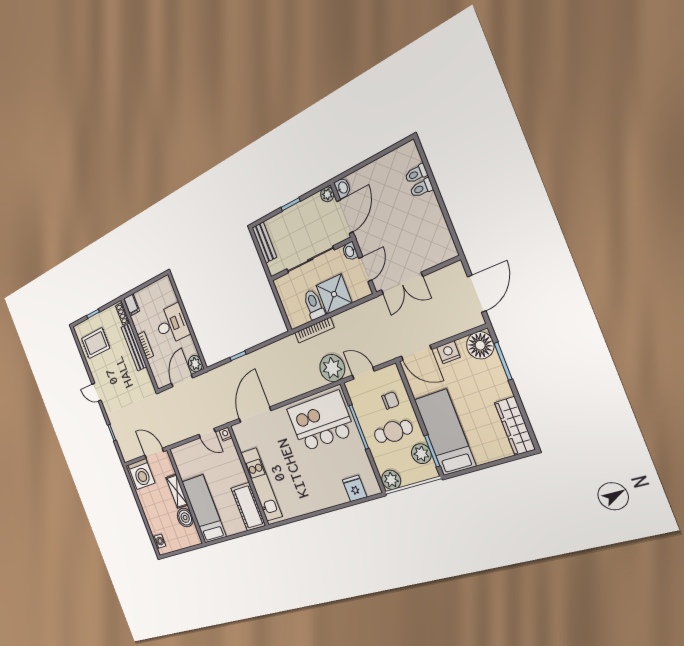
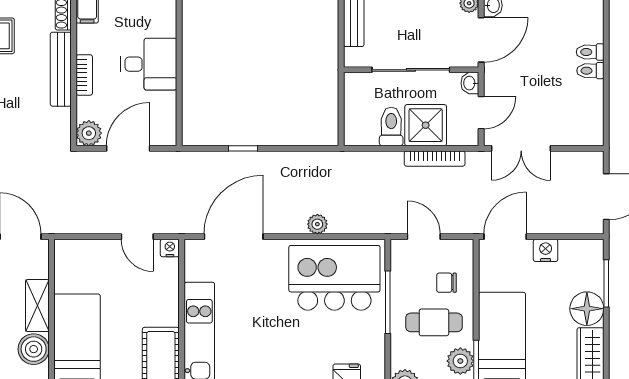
toilet: (416, 174) -> (590, 71), moved
bookcase: (314, 330) -> (435, 159), moved
floor lamp: (480, 345) -> (587, 309), moved
door: (416, 353) -> (505, 237), swing flipped
plant: (195, 364) -> (89, 133), moved
plant: (332, 368) -> (317, 224), moved, width x0.53, depth x0.53
chair: (390, 400) -> (447, 283), turned 180

